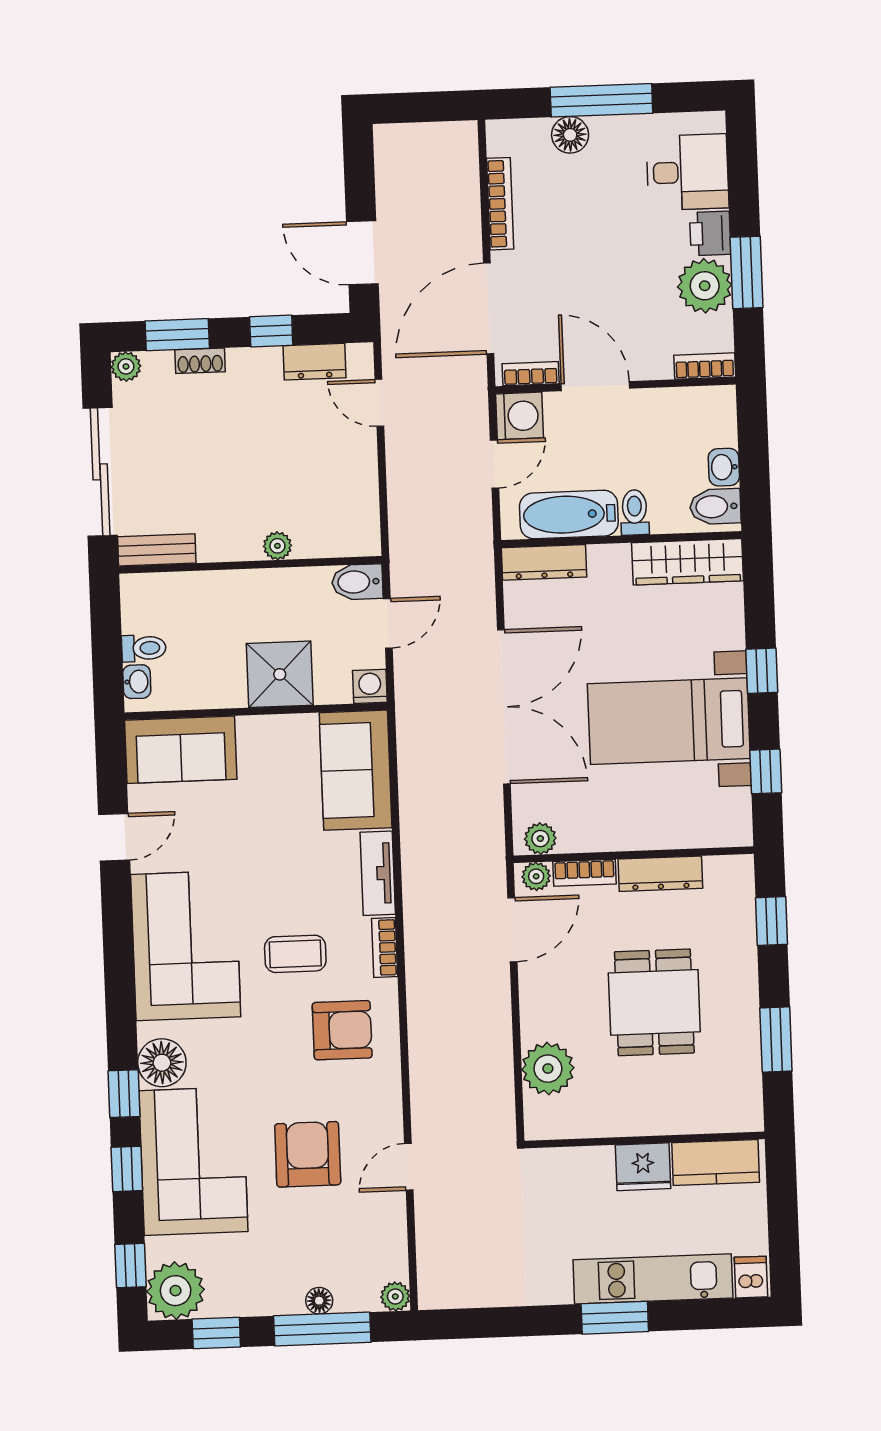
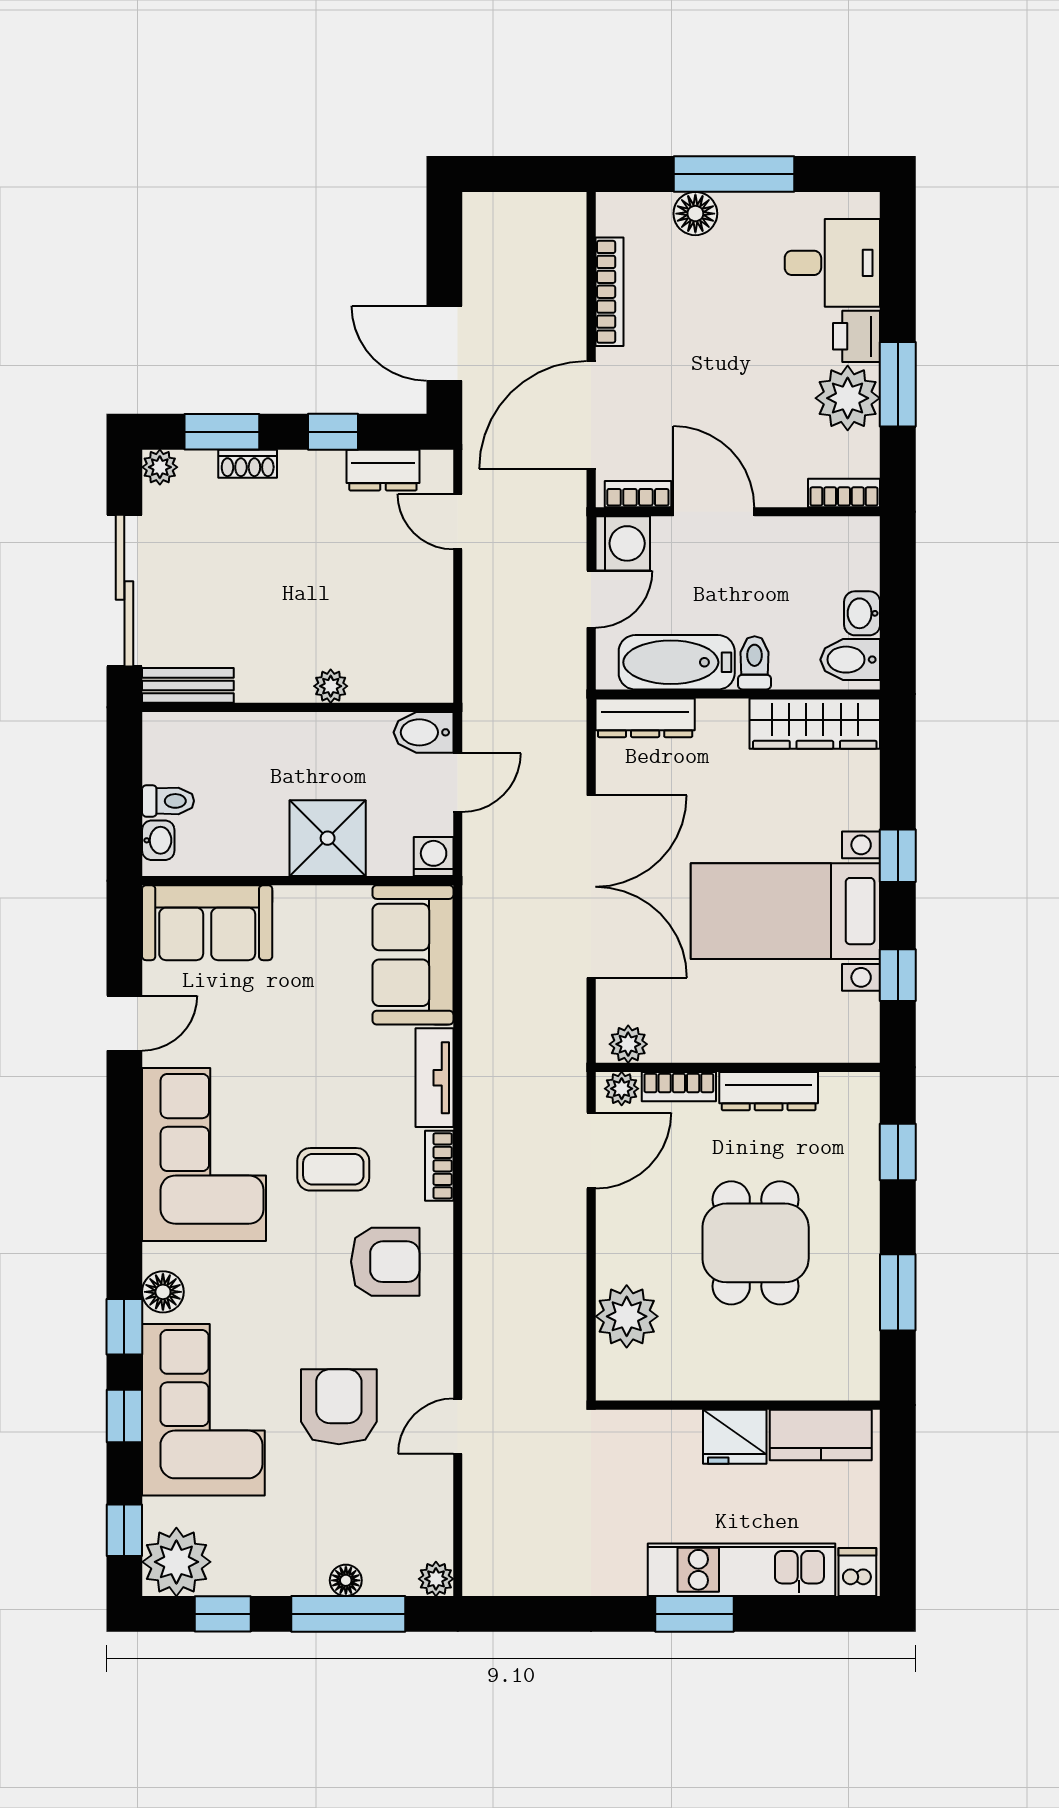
floor lamp: (162, 1063) -> (163, 1292), width x0.73, depth x0.73

